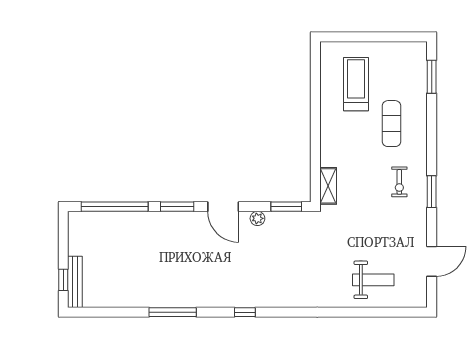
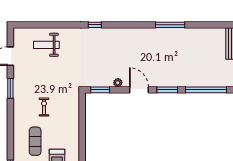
exercise bike: (399, 182) -> (44, 107), moved
shelving: (328, 186) -> (74, 103), removed
window: (432, 192) -> (10, 88), moved
window: (245, 312) -> (95, 25), moved

